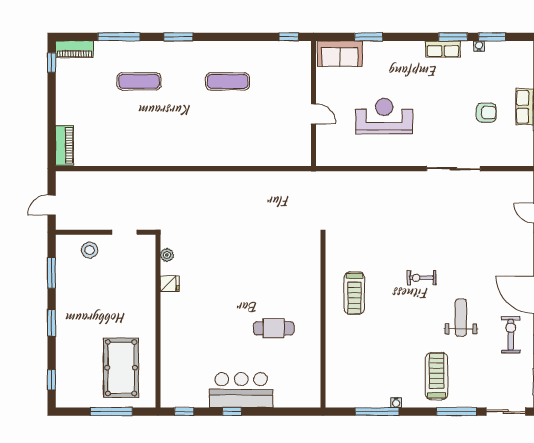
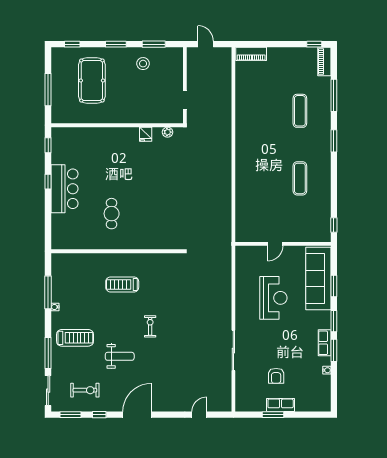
window: (492, 37) -> (334, 321), moved
sofa: (340, 54) -> (318, 279), width x1.85, depth x1.27
stool: (90, 250) -> (143, 64), moved
treadmill: (354, 293) -> (122, 284), moved
exercise bike: (511, 335) -> (85, 390), moved
pool table: (121, 368) -> (92, 81), moved, turned 90

